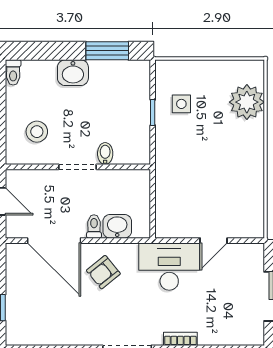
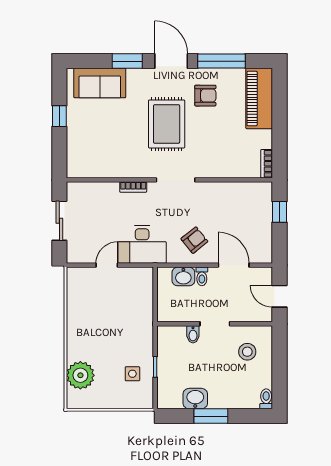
window: (107, 51) -> (211, 416), moved
washbasin: (73, 73) -> (195, 399), moved
door: (54, 241) -> (234, 265), width x0.73

